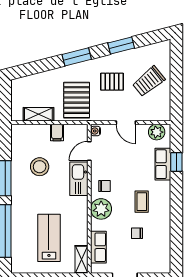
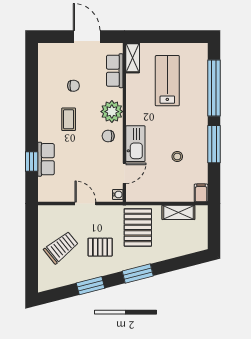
filing cabinet: (57, 132) -> (201, 193), moved
plant: (157, 132) -> (53, 193), removed
stool: (40, 167) -> (177, 157), width x0.53, depth x0.53
lab bench: (49, 238) -> (167, 81), turned 180

